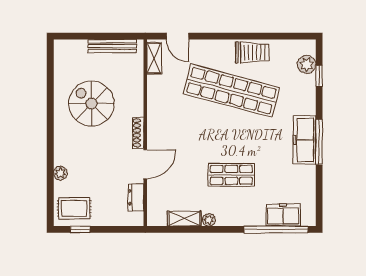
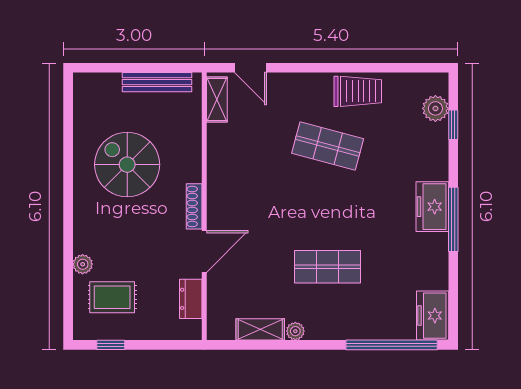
shop shelf: (231, 91) -> (328, 146), width x0.50, depth x0.74
freezer: (304, 140) -> (432, 207), width x0.71
rug: (74, 208) -> (112, 297), moved
freezer: (283, 215) -> (433, 316), moved, turned -90

